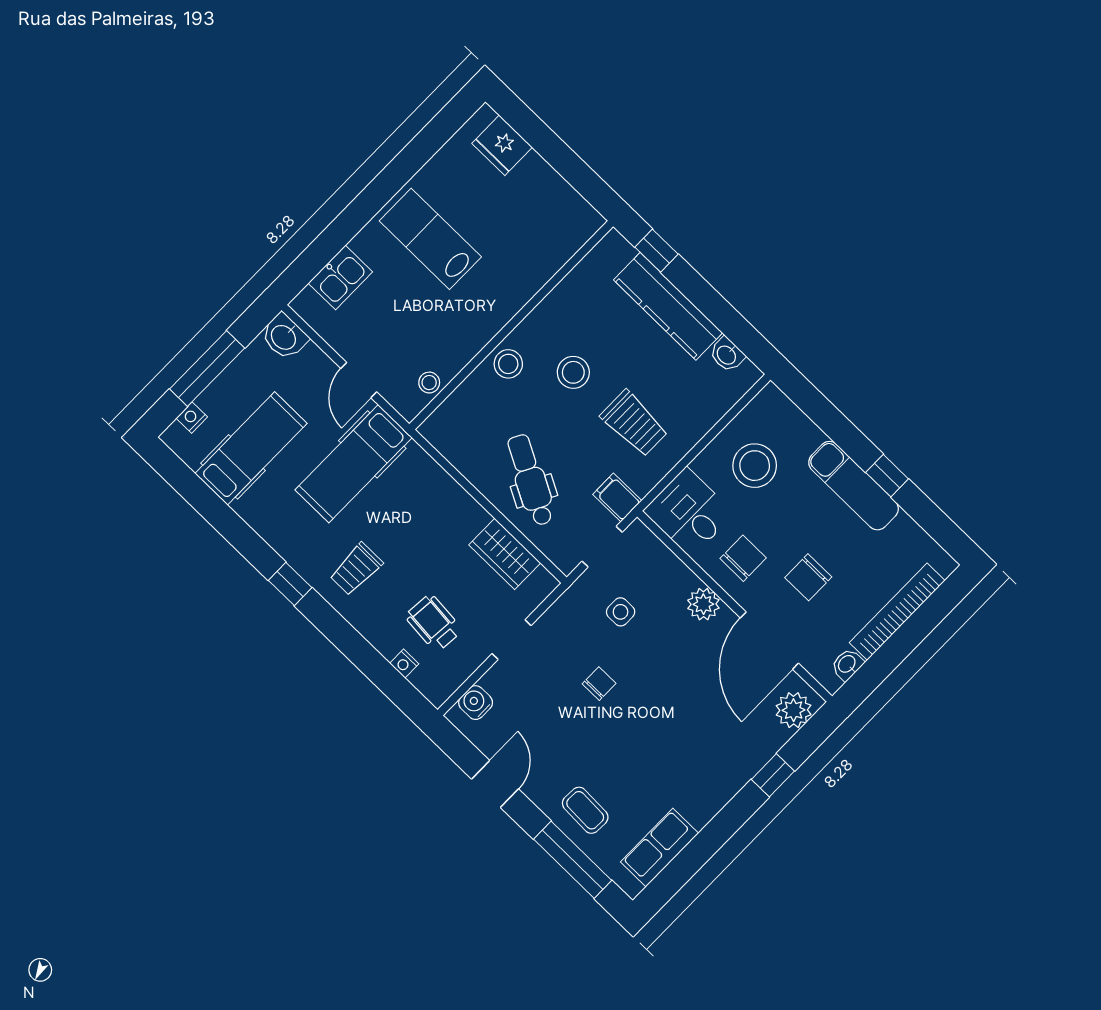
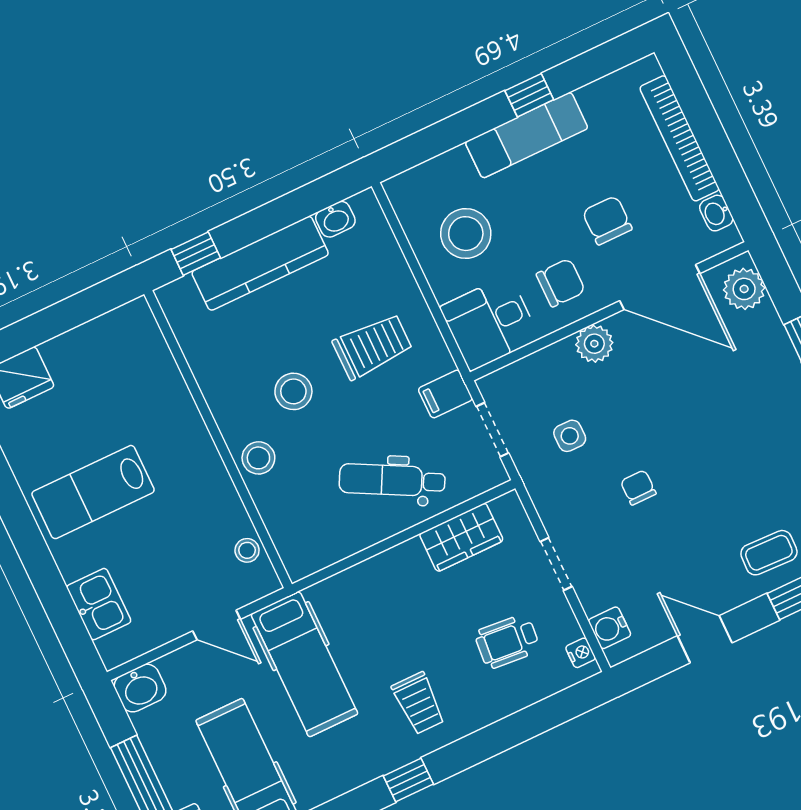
chair: (743, 558) -> (561, 283), turned 90
chair: (808, 577) -> (607, 220), turned 180
nightstand: (404, 664) -> (581, 653), moved, turned -90

